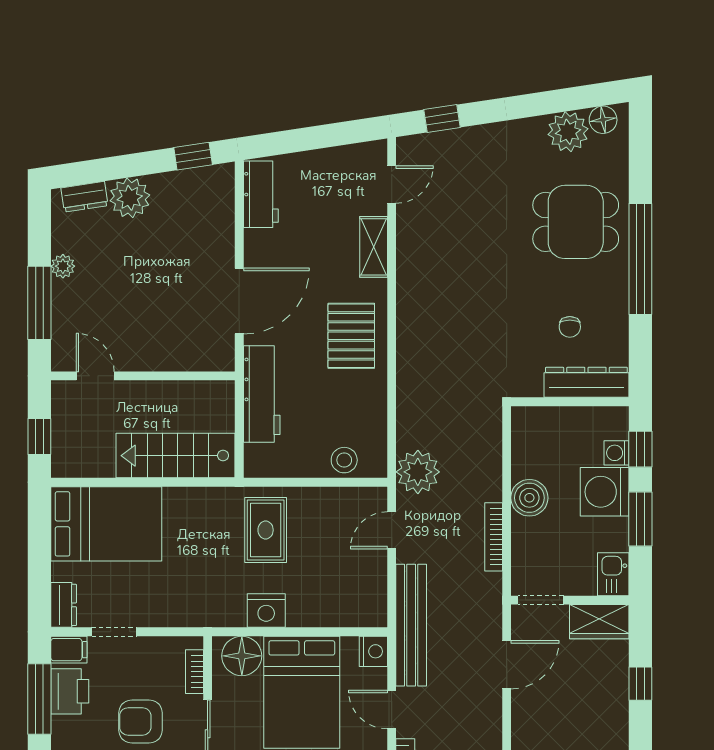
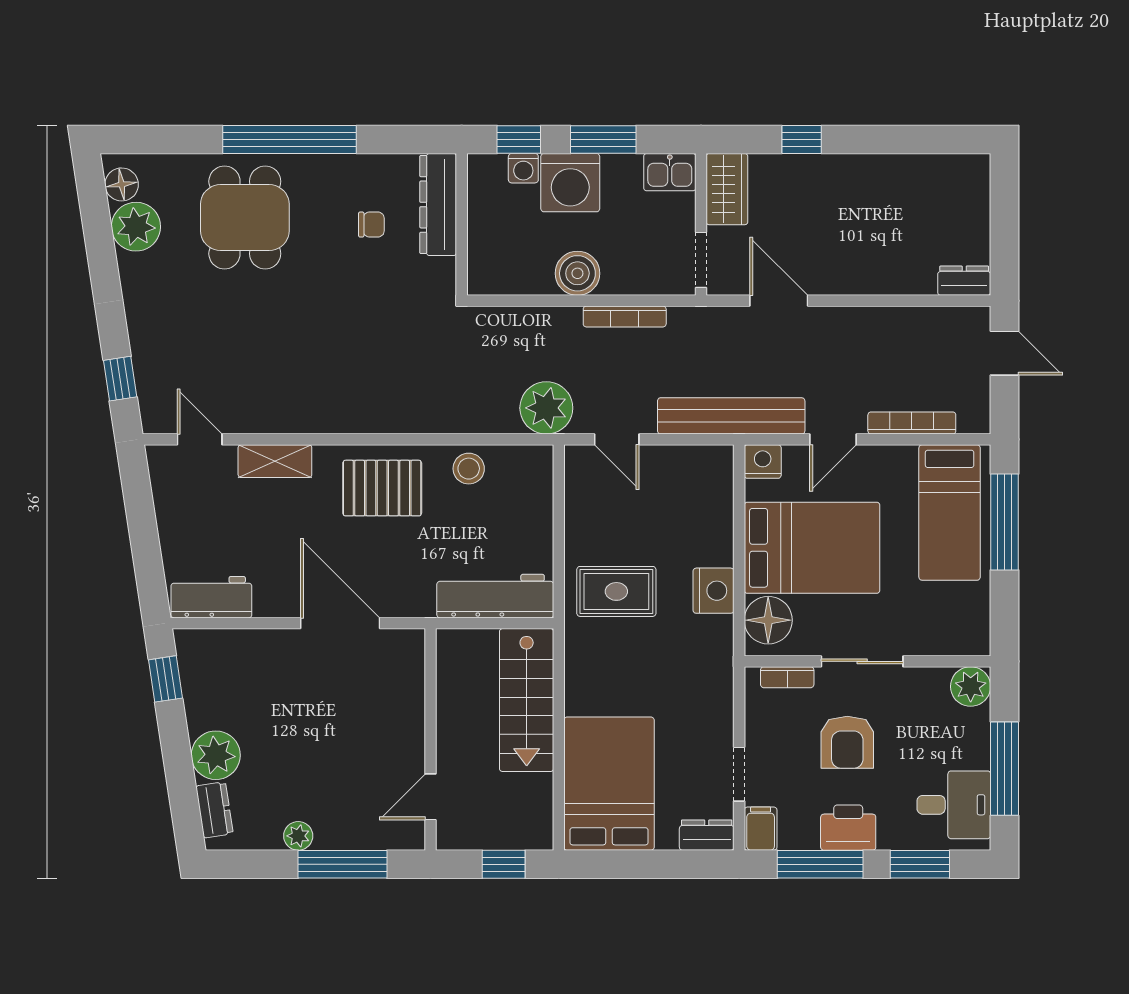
workbench: (262, 394) -> (495, 596), moved
stool: (344, 460) -> (469, 469), moved
printer: (70, 691) -> (848, 828), moved

